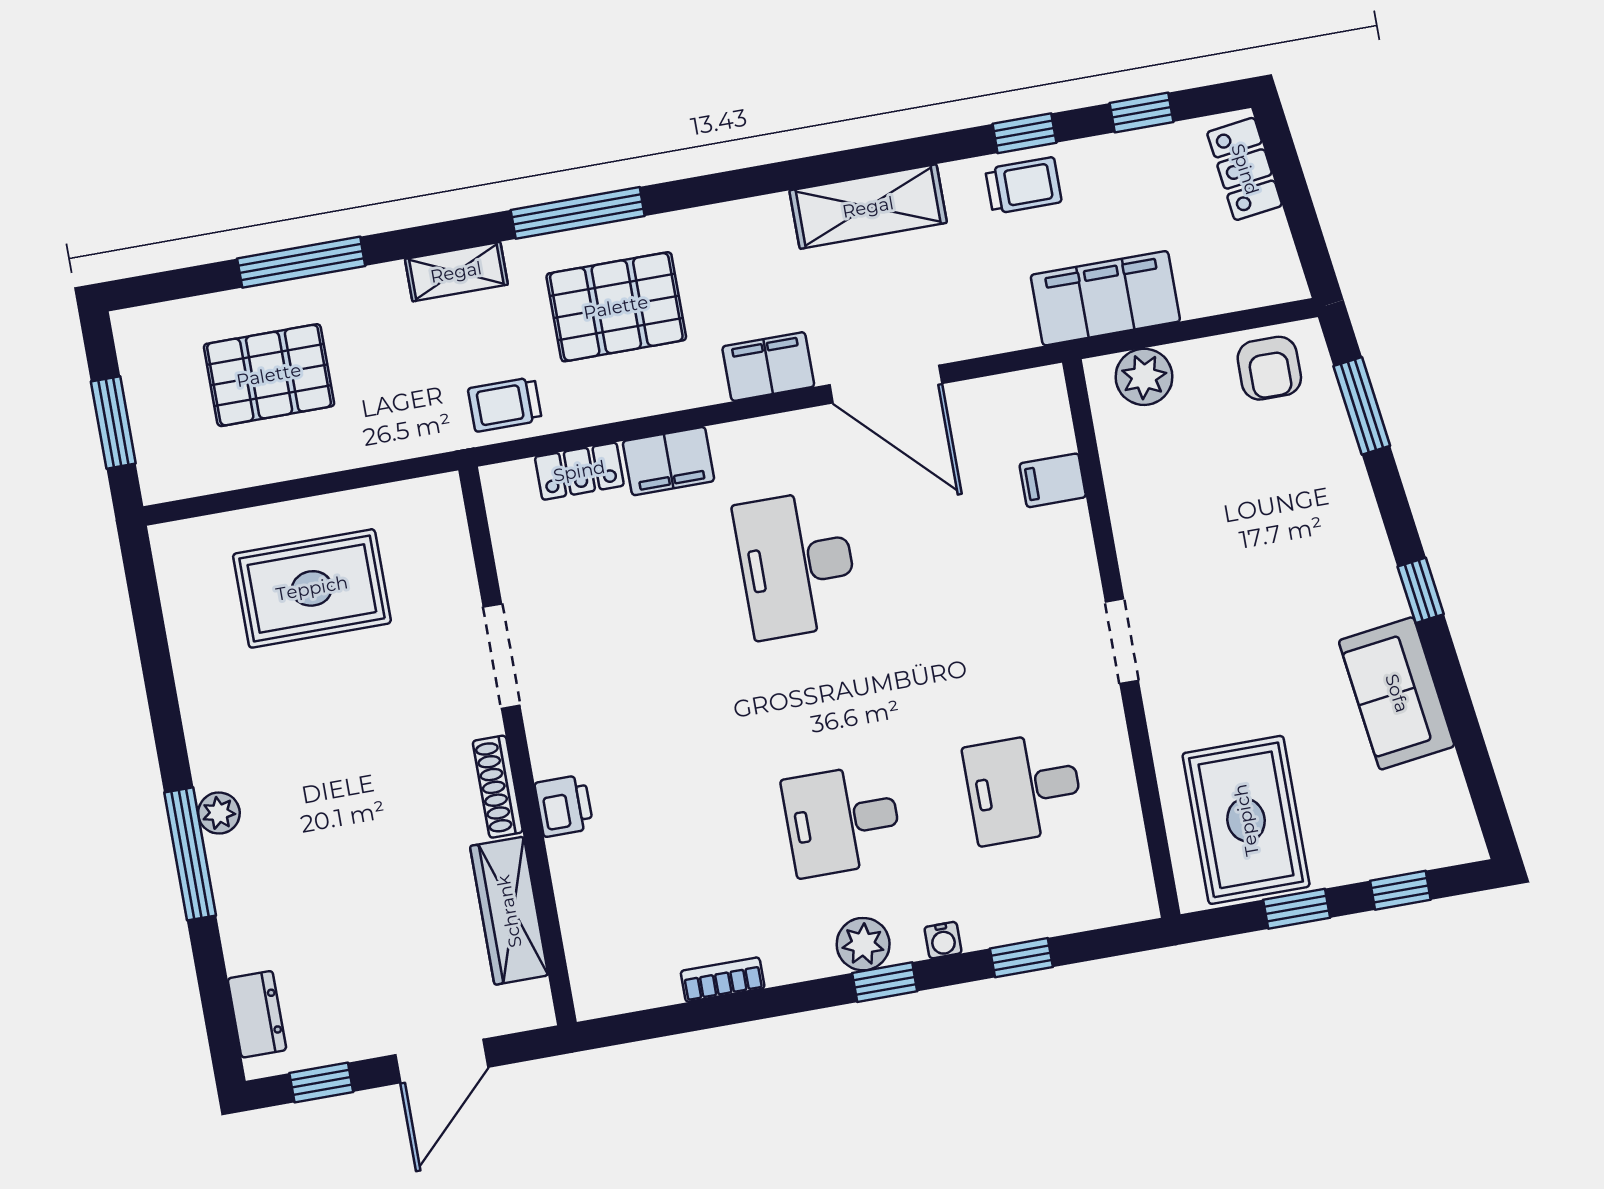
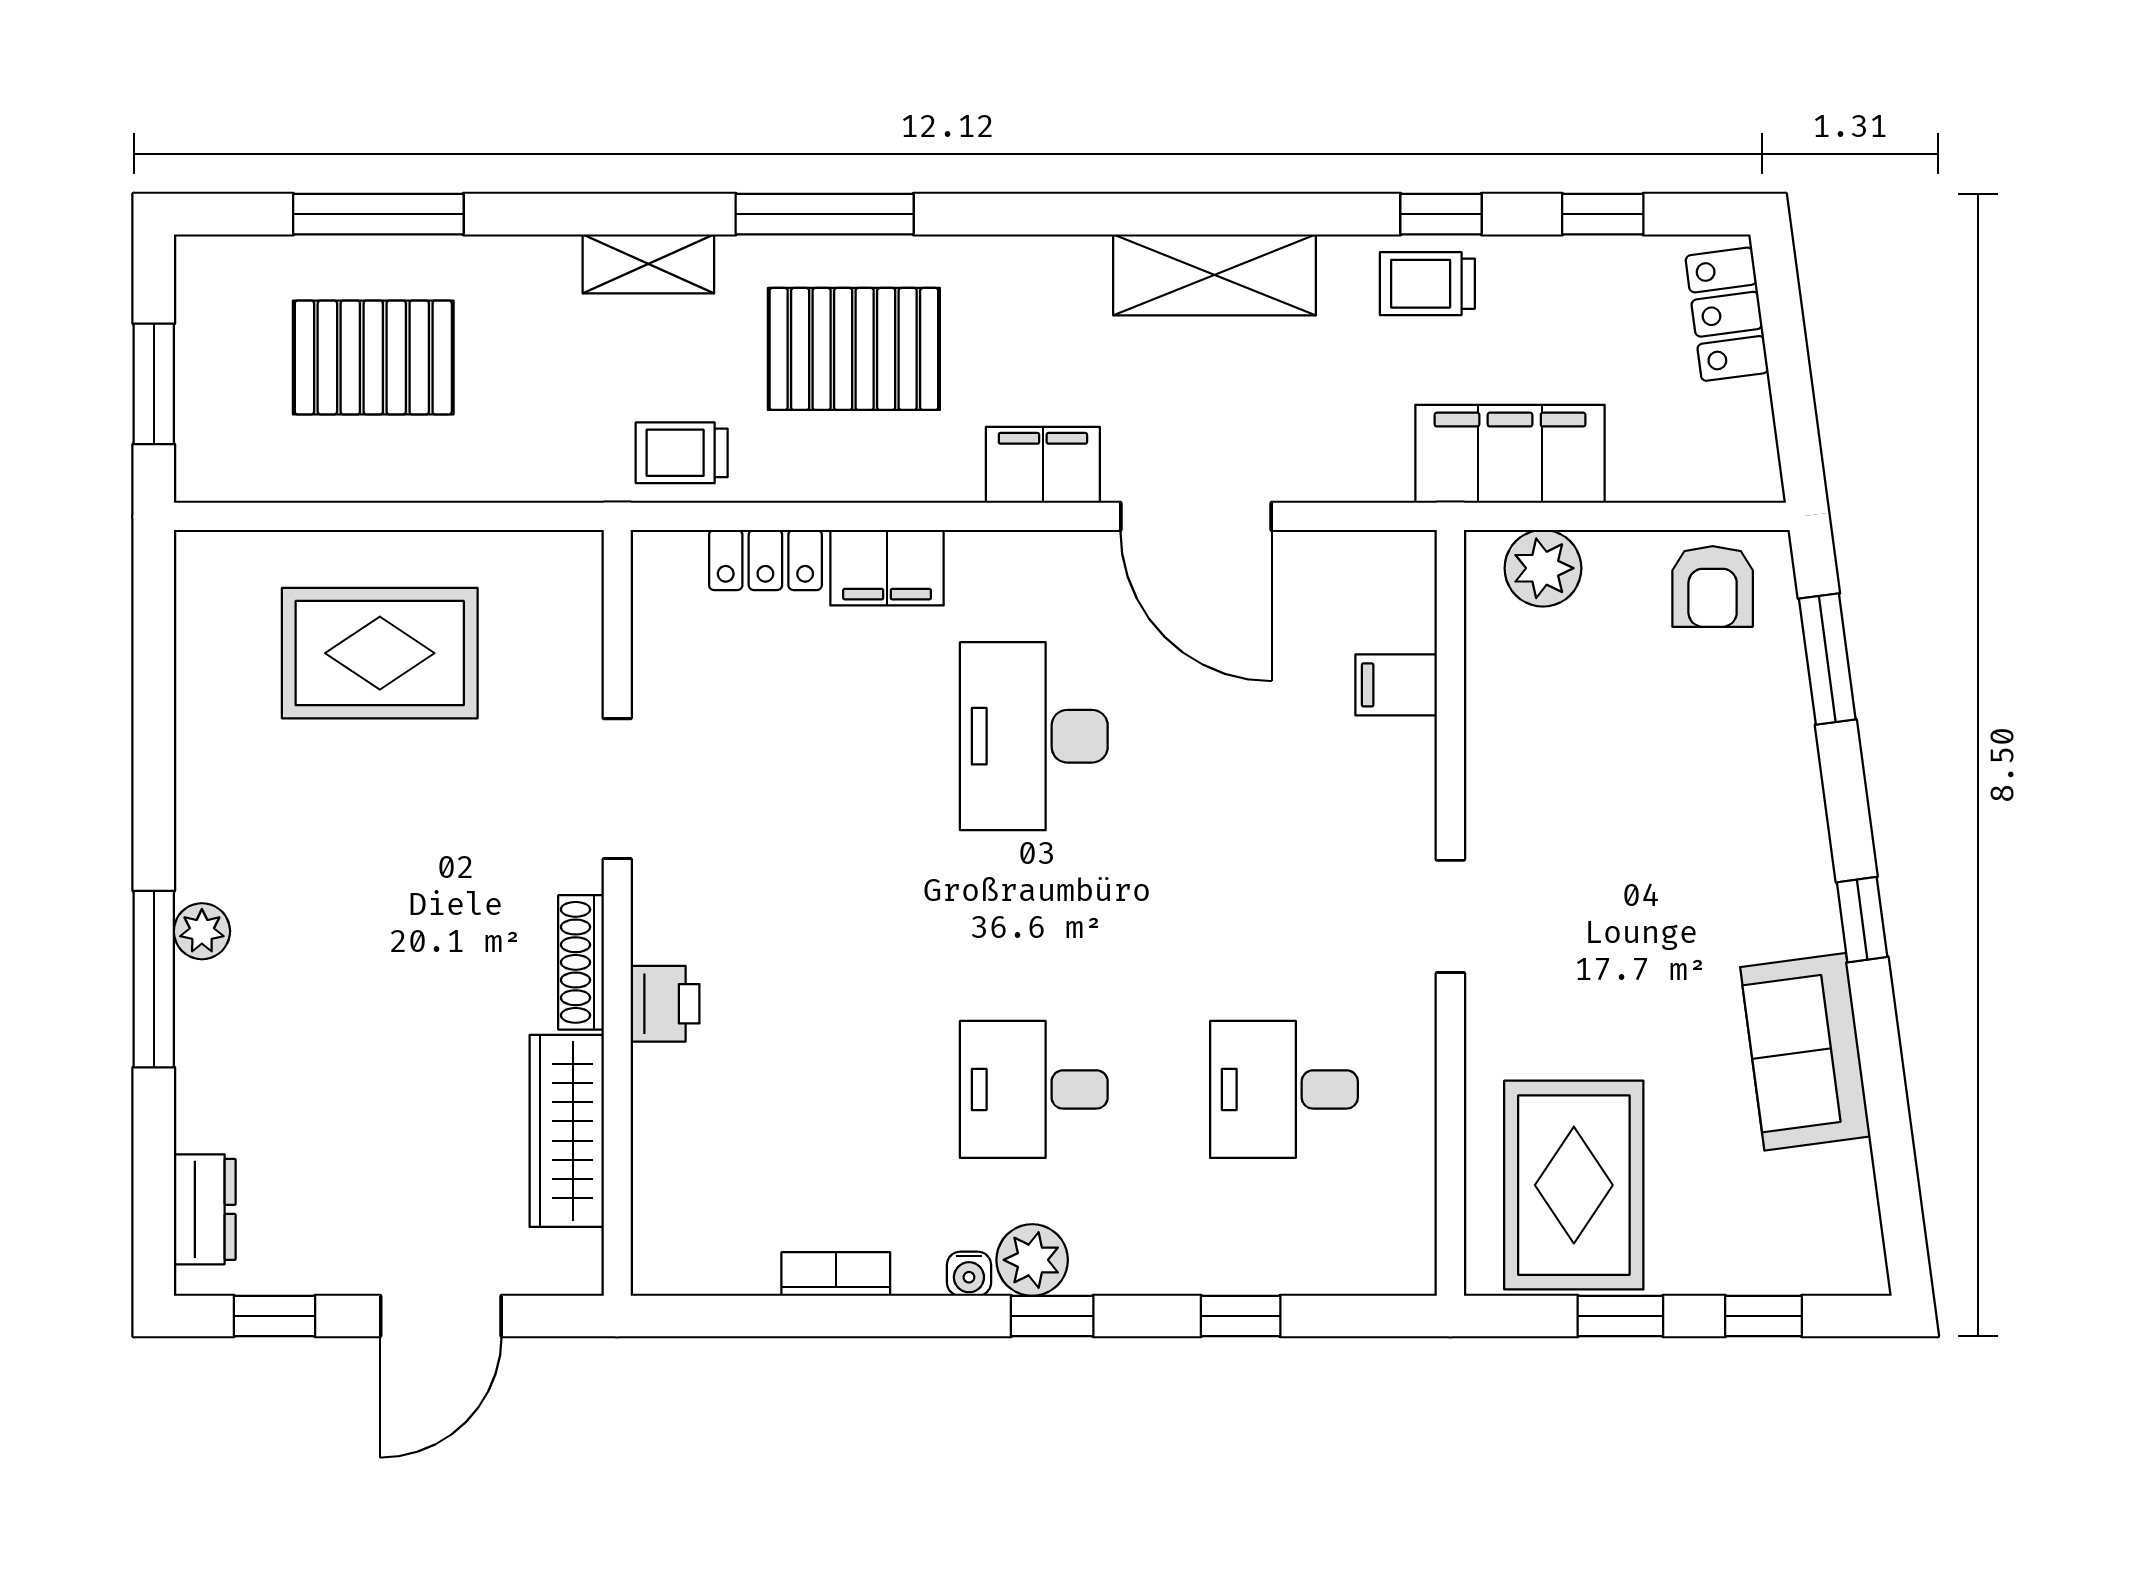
trolley: (1023, 185) -> (1427, 284), turned 180
window: (301, 262) -> (378, 214), moved
water cooler: (943, 940) -> (969, 1274), moved

